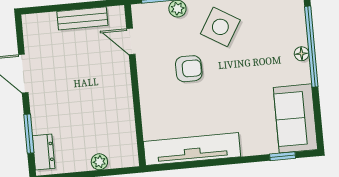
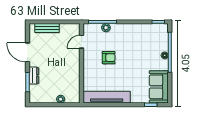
bench: (82, 18) -> (47, 28), moved
side table: (220, 27) -> (126, 39), removed
door: (131, 41) -> (82, 42), hinge flipped
dresser: (44, 152) -> (34, 75), moved

